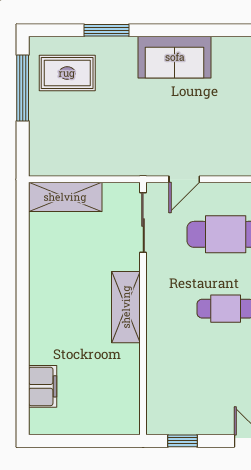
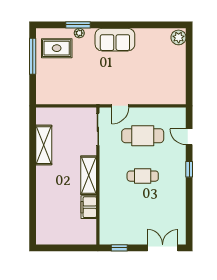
plant: (109, 45) -> (79, 33), added
shelving: (65, 197) -> (44, 145), moved, turned 90
filing cabinet: (43, 386) -> (89, 207), moved, turned 180

